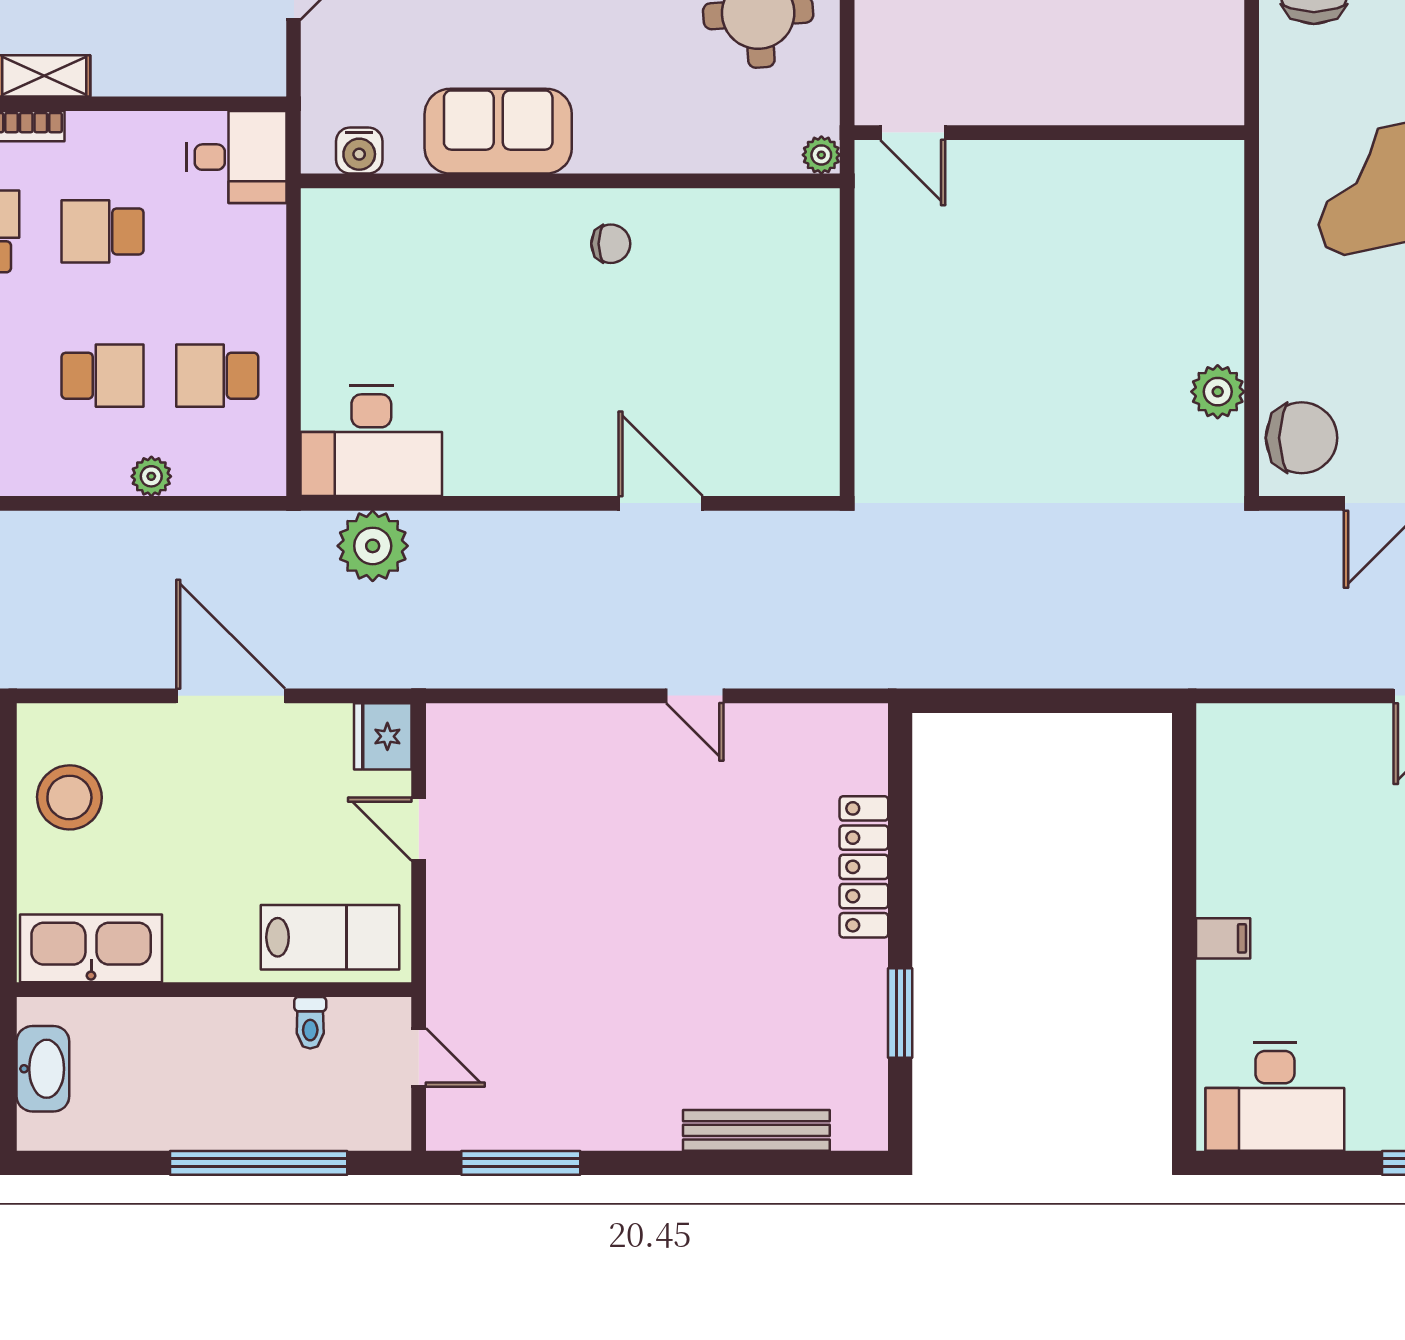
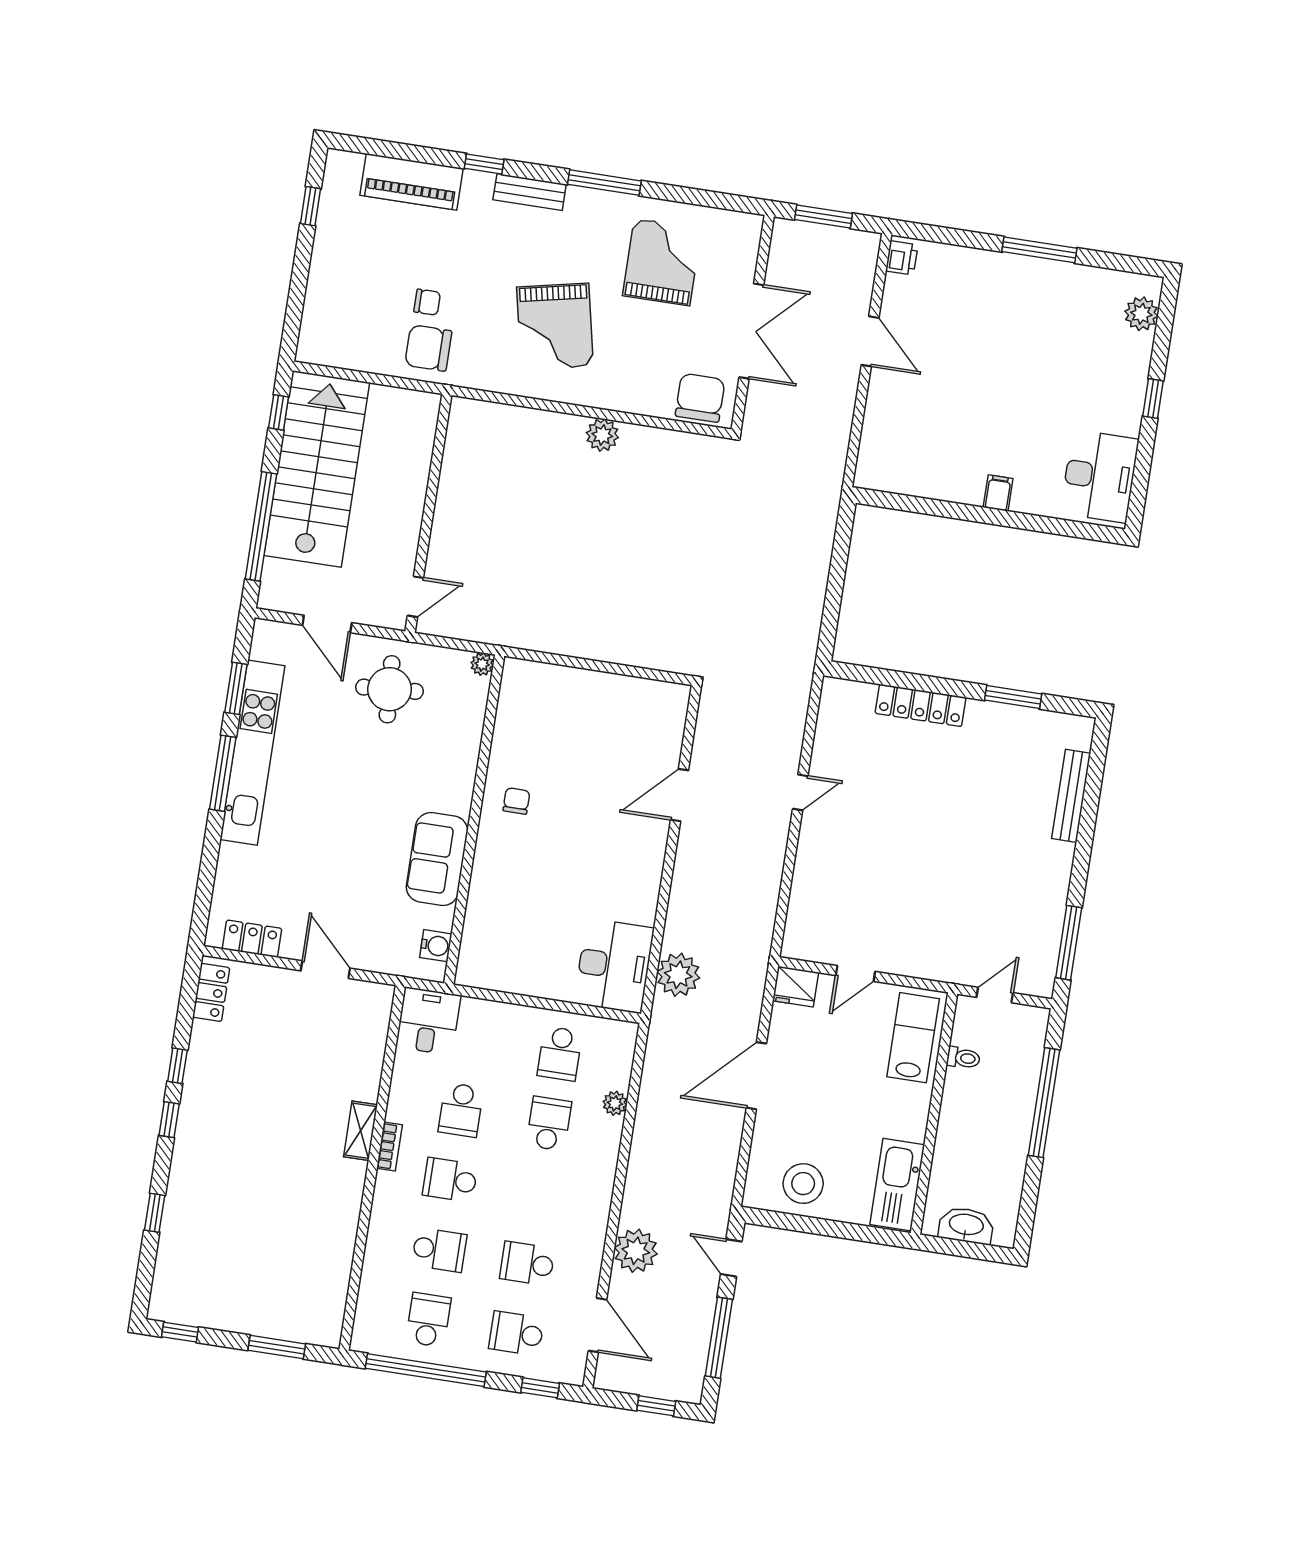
door: (913, 133) -> (415, 597), moved
wall: (1049, 133) -> (428, 513), moved
plant: (1218, 392) -> (602, 435), moved

